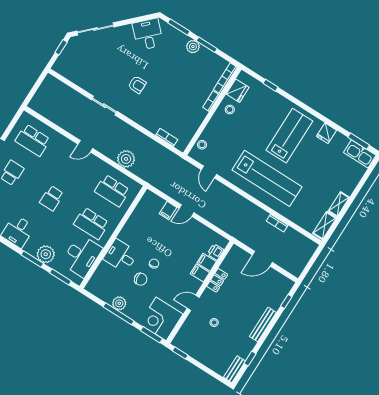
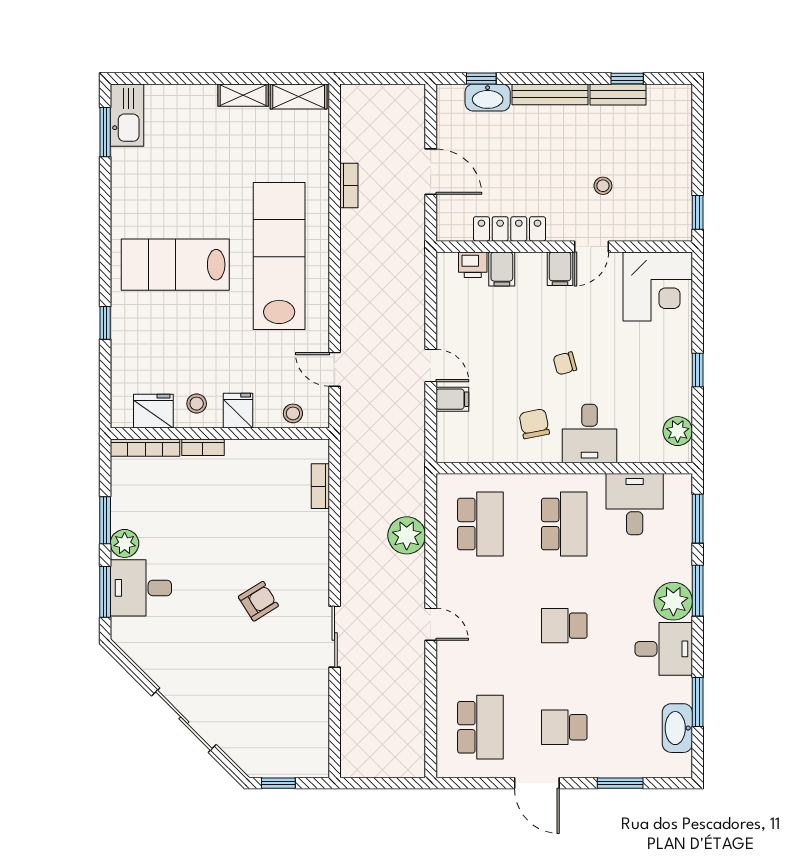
sliding door: (95, 29) -> (184, 720), moved
desk: (148, 34) -> (141, 588), moved, turned 45
armchair: (137, 85) -> (258, 601), turned 58
window: (271, 85) -> (105, 323), moved
fridge: (326, 133) -> (238, 411), moved, turned -90
door: (209, 172) -> (335, 369), swing flipped
school desk: (52, 198) -> (564, 626), turned 180
plant: (46, 254) -> (673, 601), moved
desk: (82, 256) -> (635, 504), width x0.73
filing cabinet: (200, 273) -> (560, 269), moved
chair: (141, 279) -> (534, 424), moved
locker: (217, 280) -> (509, 229), width x1.53
washbasin: (277, 299) -> (488, 97), added
plant: (119, 303) -> (678, 431), moved
door: (193, 303) -> (591, 247), hinge flipped
window: (119, 314) -> (698, 370), width x0.46
window: (151, 335) -> (698, 286), removed
bench: (235, 369) -> (618, 94), moved

